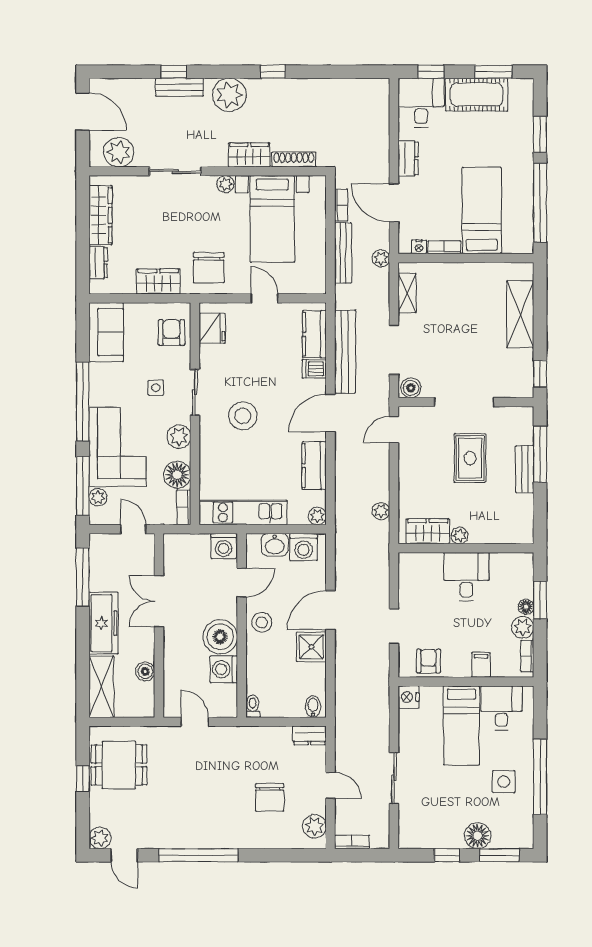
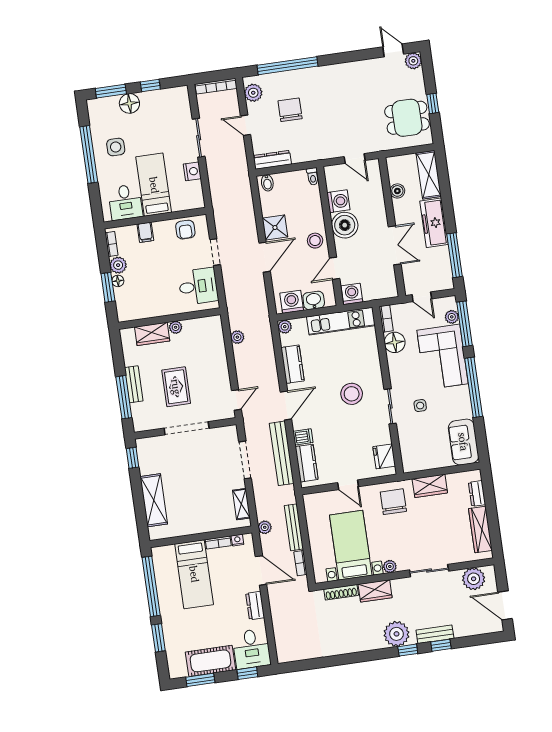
window: (273, 72) -> (408, 650), moved
armchair: (172, 332) -> (414, 449), removed
boiler: (411, 388) -> (228, 433), removed
plant: (179, 437) -> (397, 371), removed
wardrobe: (428, 531) -> (152, 334), moved
desk: (466, 577) -> (198, 286), moved, turned -90
nightstand: (409, 697) -> (192, 171), moved
dresser: (309, 735) -> (272, 160), width x1.44
bookcase: (352, 842) -> (216, 86), width x1.56
window: (198, 855) -> (287, 66), moved

